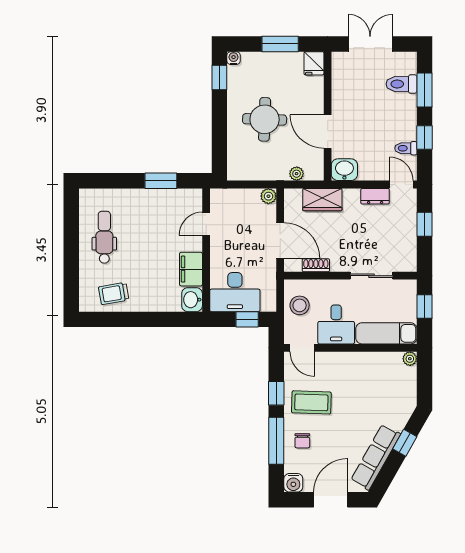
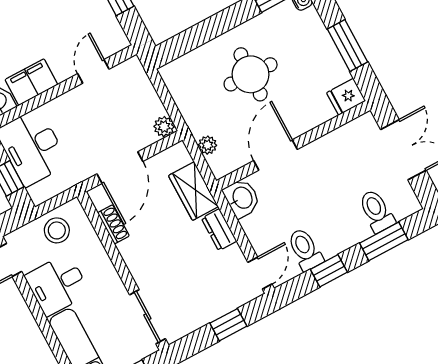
toilet: (406, 148) -> (305, 249), width x1.37, depth x1.39
dresser: (375, 196) -> (219, 230), moved
door: (206, 224) -> (93, 71), hinge flipped
sliding door: (372, 276) -> (147, 317), moved

